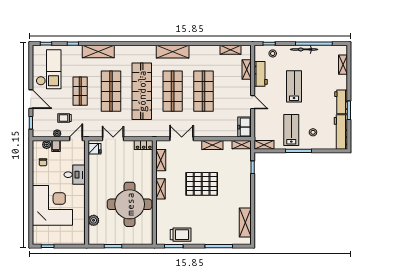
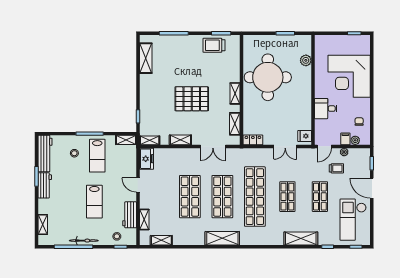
shop shelf: (111, 91) -> (287, 197), width x0.70, depth x0.74

